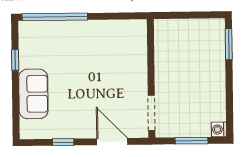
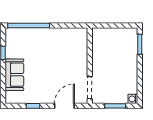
door: (112, 142) -> (64, 106), hinge flipped

